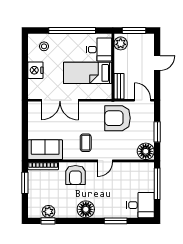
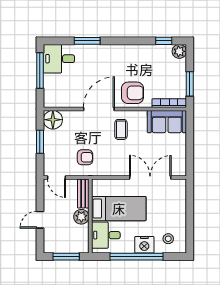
plant: (121, 43) -> (81, 217), moved
nightstand: (35, 70) -> (144, 245), moved, turned 90
armchair: (117, 118) -> (85, 157), width x0.53, depth x0.53
door: (105, 161) -> (99, 109), width x1.88
armchair: (75, 175) -> (133, 93), turned 90
window: (157, 184) -> (40, 70), moved
floor lamp: (86, 209) -> (121, 54), removed
plant: (48, 212) -> (179, 51), moved

